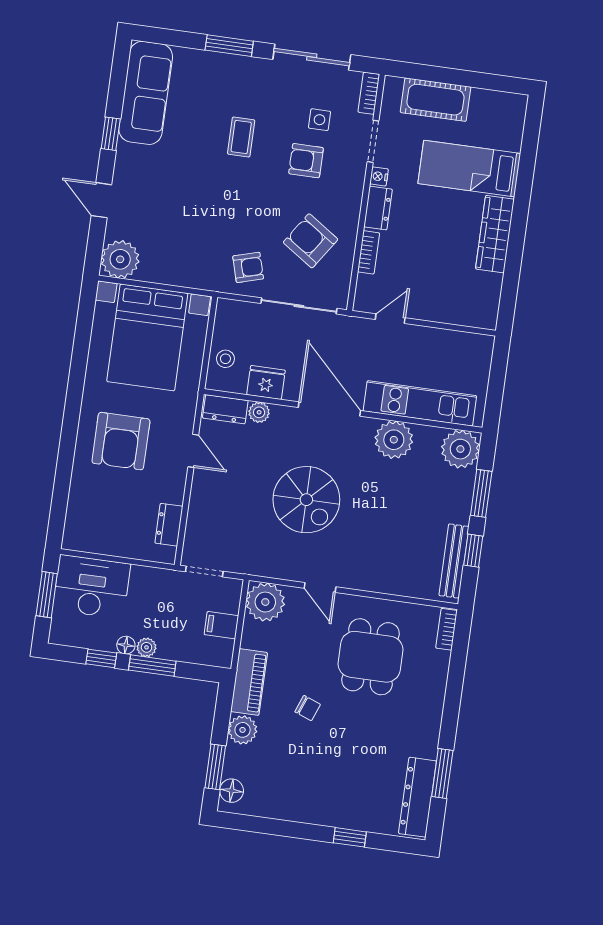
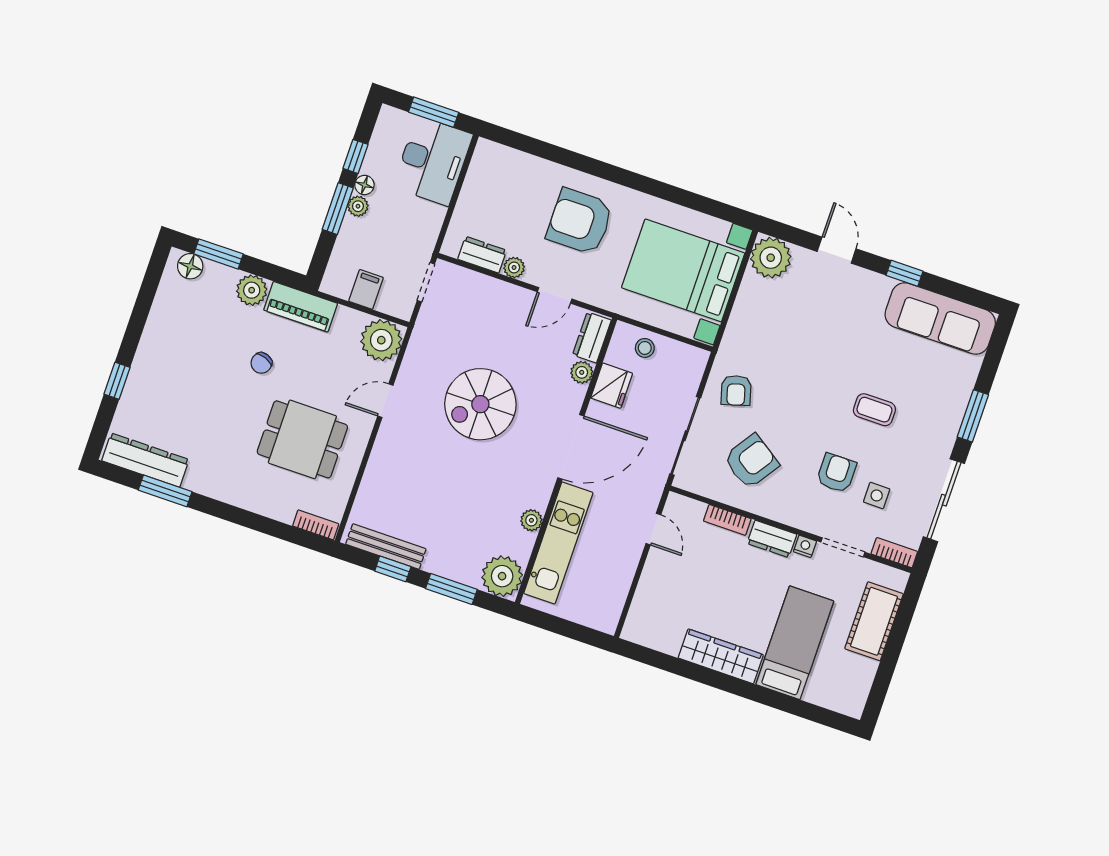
door: (101, 200) -> (837, 250), hinge flipped
plant: (394, 440) -> (531, 520), width x0.53, depth x0.53
plant: (175, 493) -> (514, 268), added

